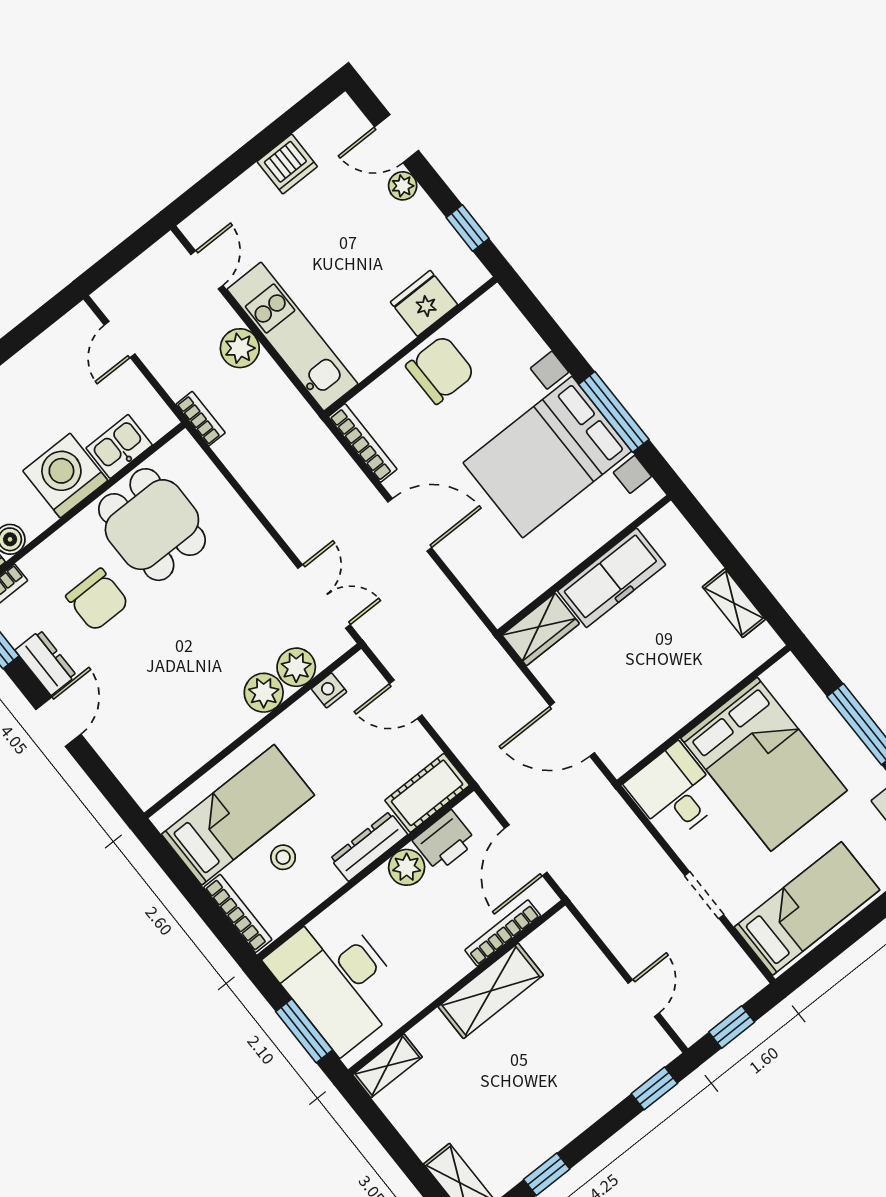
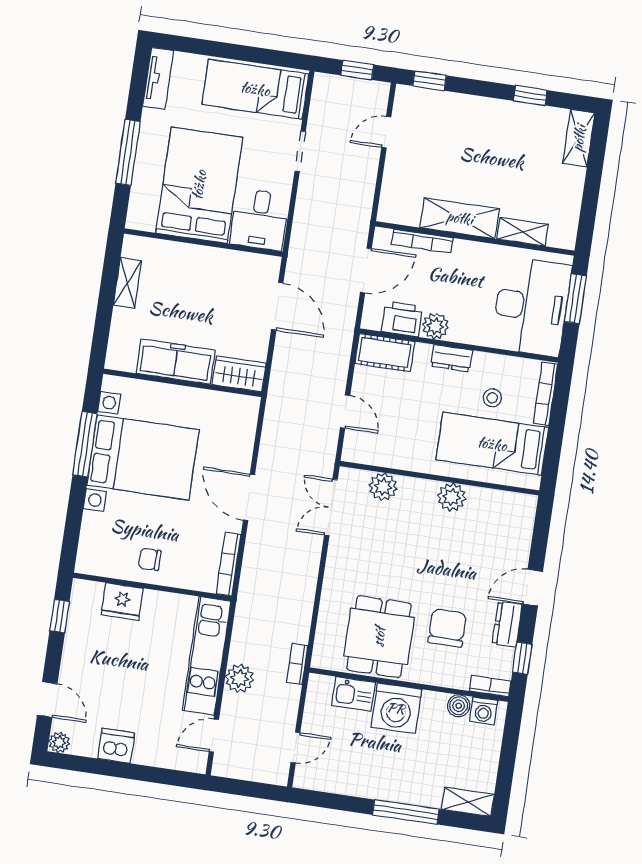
plant: (403, 186) -> (59, 742), moved
chair: (440, 370) -> (150, 559), width x0.54, depth x0.54
nightstand: (329, 690) -> (379, 457), removed
plant: (264, 693) -> (452, 497), moved
dresser: (369, 846) -> (452, 358), width x0.70
shelving: (387, 1066) -> (523, 232), moved

